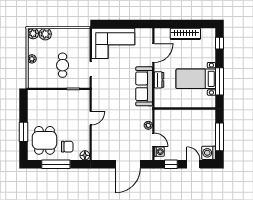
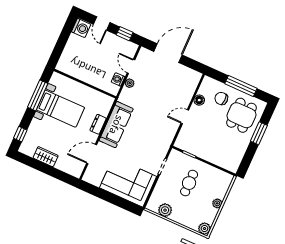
plant: (45, 34) -> (165, 210), moved
wardrobe: (185, 34) -> (46, 157), width x0.67
window: (219, 137) -> (63, 39), removed
washing machine: (159, 152) -> (118, 79), moved
floor lamp: (85, 155) -> (199, 100), moved

